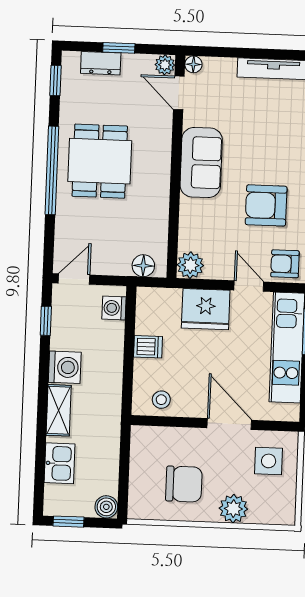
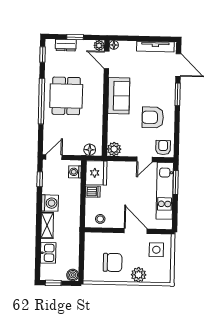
armchair: (285, 264) -> (163, 147), turned 90
door: (249, 286) -> (145, 159), swing flipped
fridge: (206, 309) -> (96, 173), moved, turned -90

